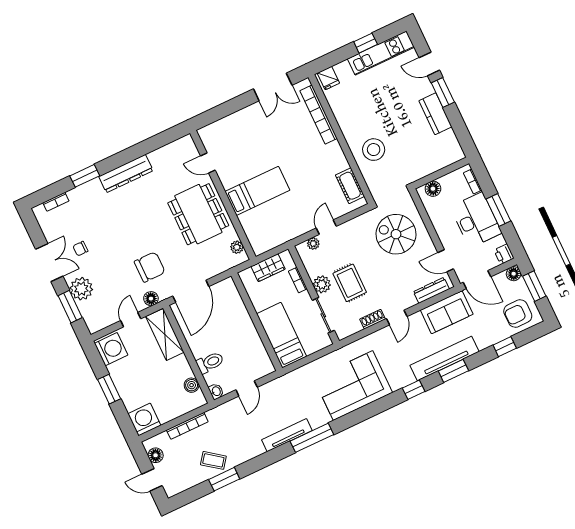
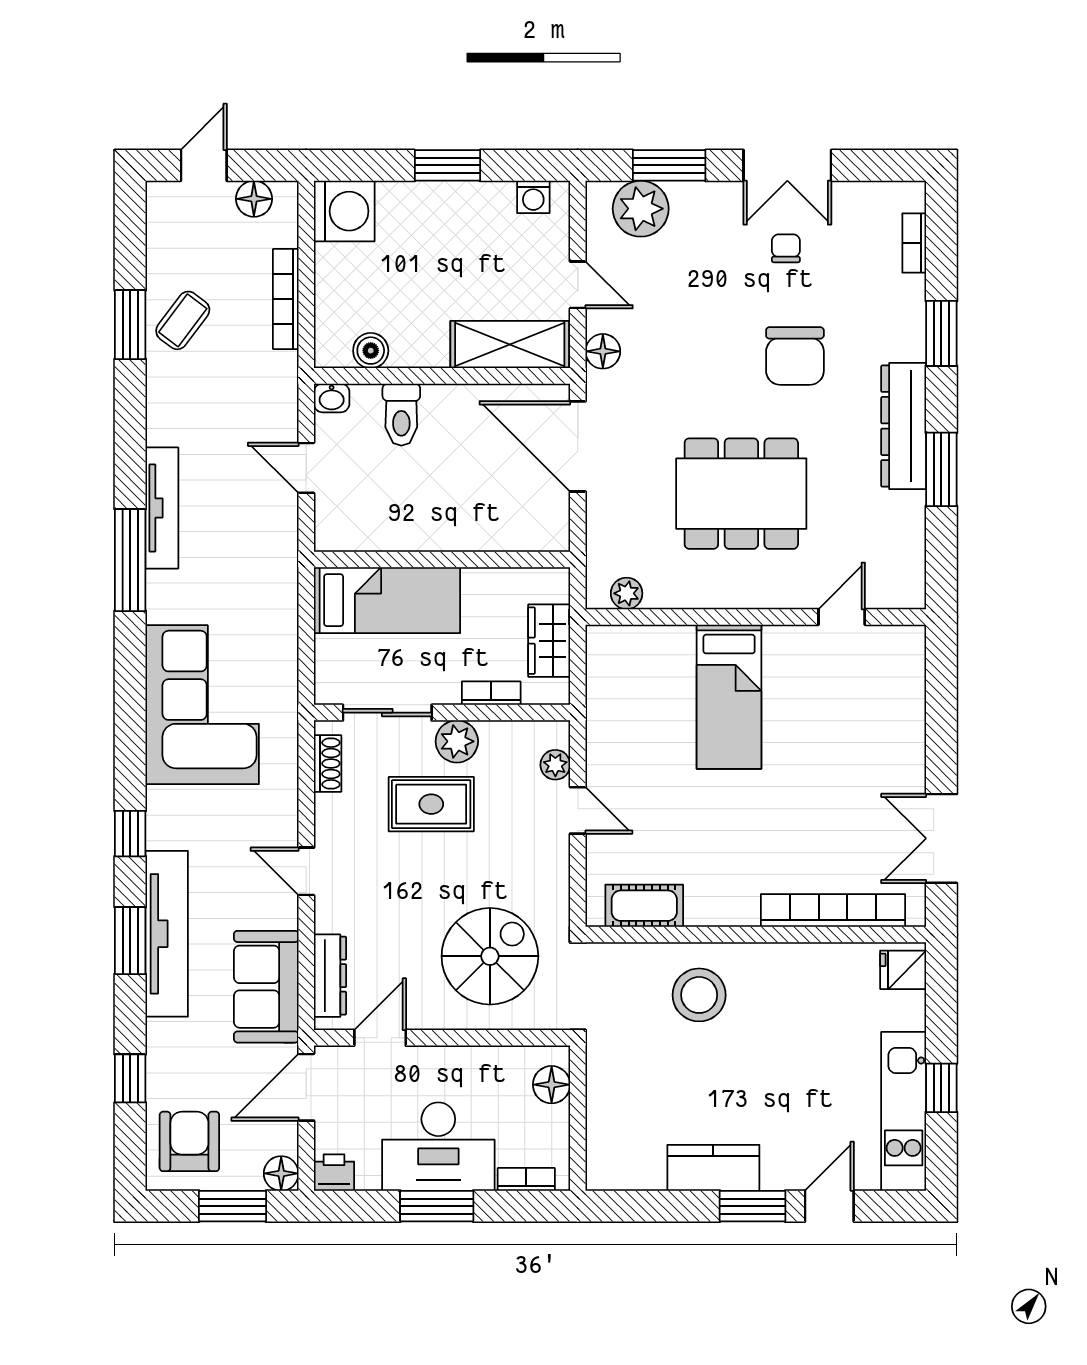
window: (135, 152) -> (941, 469), added
dining table: (198, 214) -> (741, 494), moved
chair: (150, 267) -> (795, 356), moved
plant: (81, 289) -> (641, 209), moved
shoe rack: (373, 319) -> (328, 764), moved
washing machine: (111, 349) -> (533, 197), width x0.53, depth x0.53

